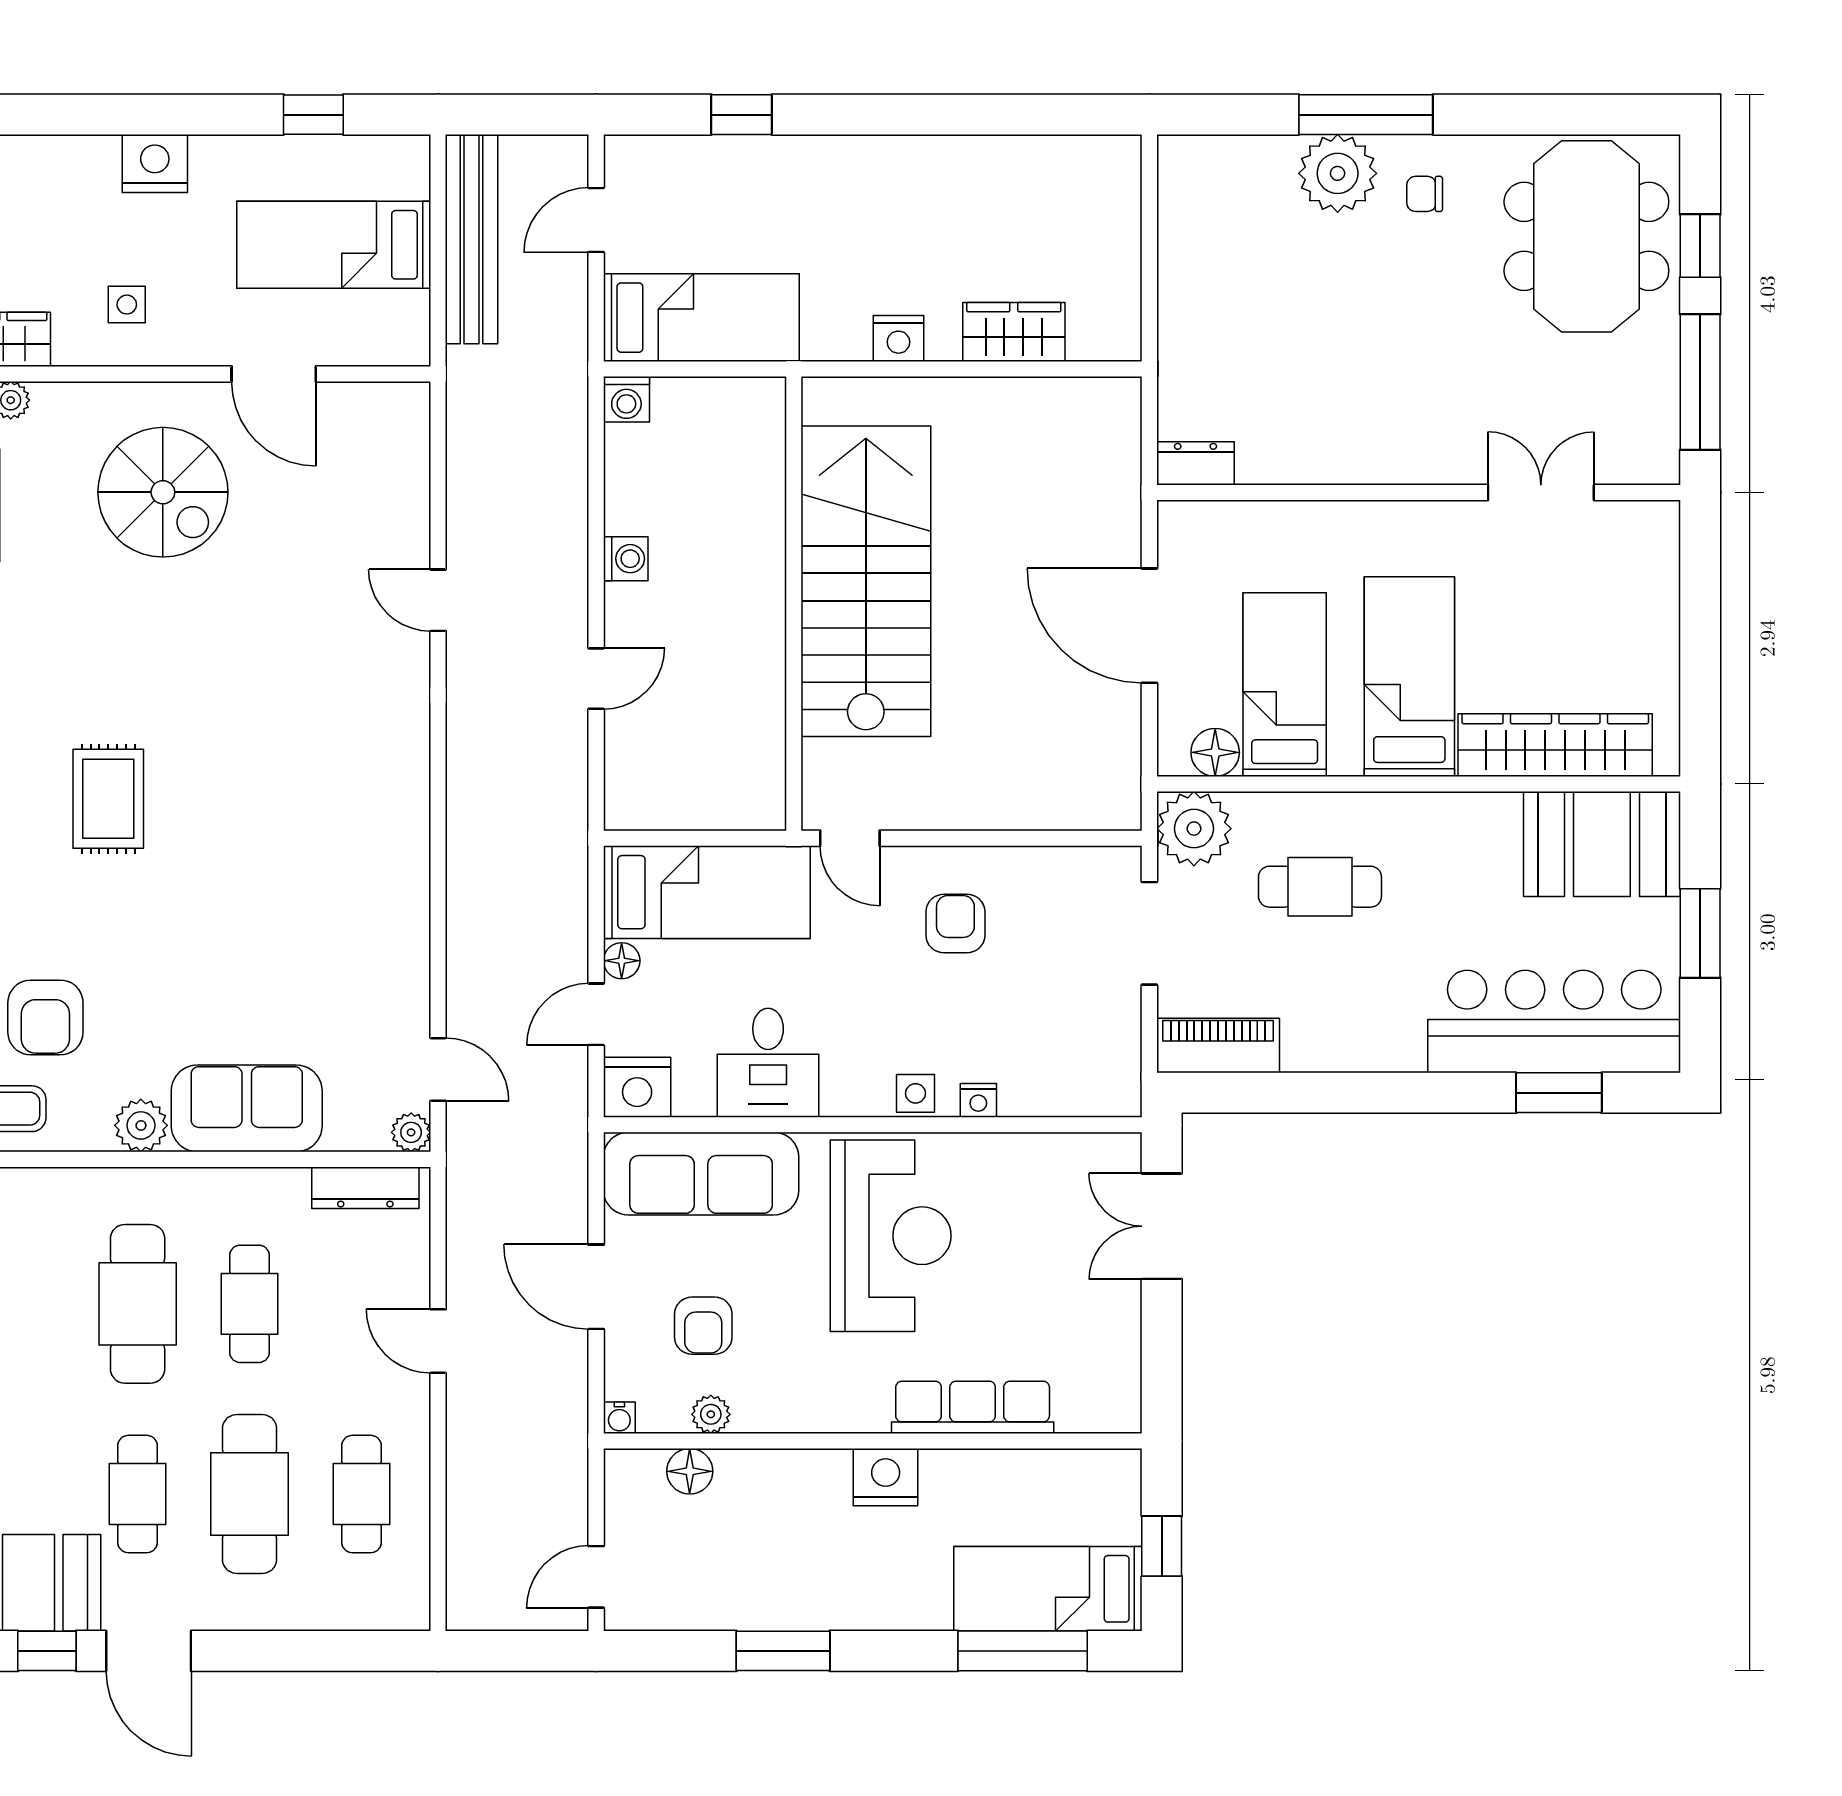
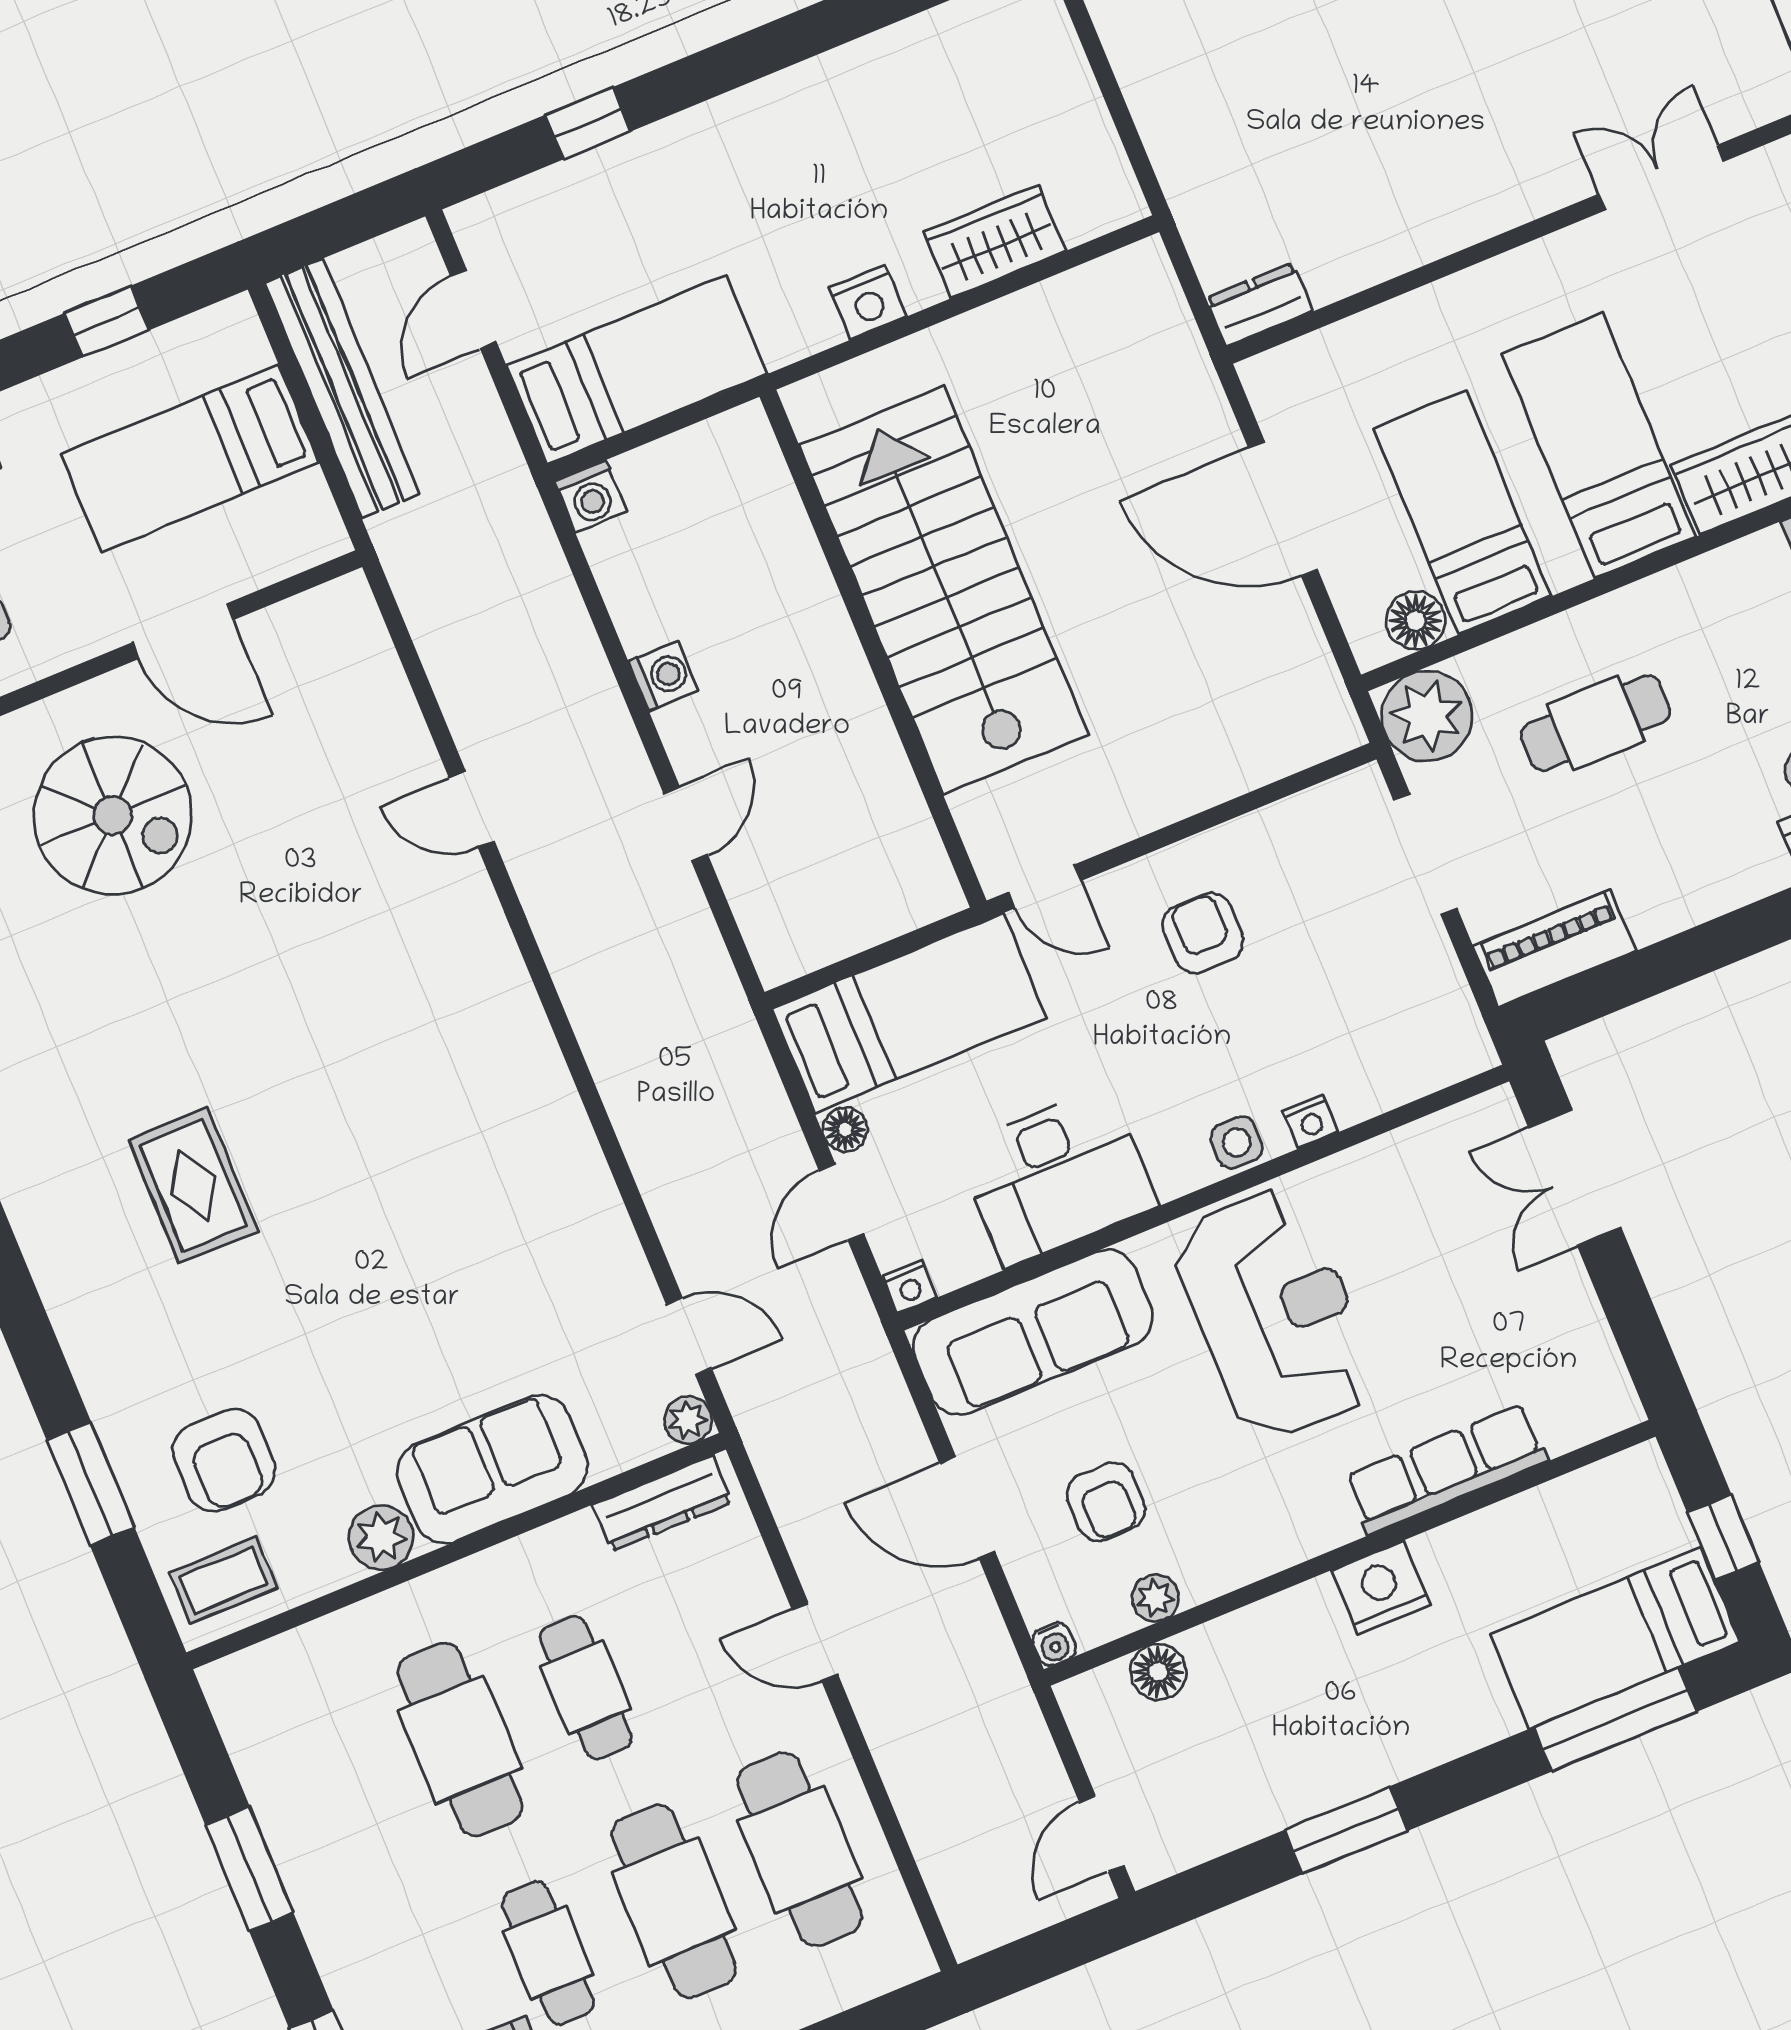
desk: (768, 1063) -> (1057, 1176), width x1.37
nightstand: (637, 1087) -> (909, 1287), width x0.53, depth x0.56
cafe table: (362, 1494) -> (800, 1849), width x1.37, depth x1.35

